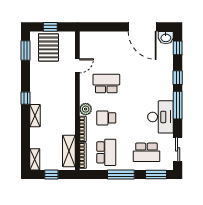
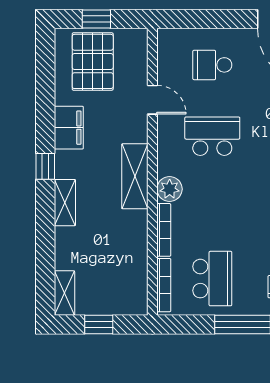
window: (26, 50) -> (45, 68), removed
door: (77, 66) -> (152, 100), hinge flipped
filing cabinet: (37, 79) -> (69, 128), added
school desk: (106, 118) -> (212, 65), moved
shelving: (69, 151) -> (135, 176), moved

